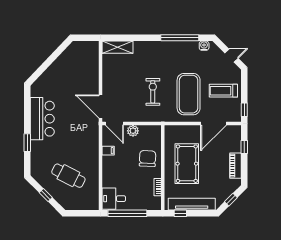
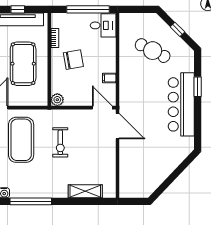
shelving: (117, 47) -> (85, 191), moved
bar counter: (42, 119) -> (181, 104), width x1.36
plant: (133, 131) -> (57, 100), moved
chair: (148, 159) -> (73, 60), moved, turned -102
window: (180, 213) -> (18, 9), moved

